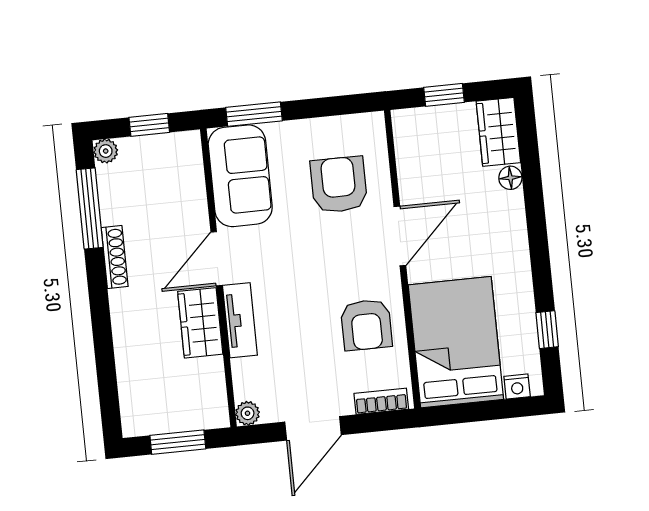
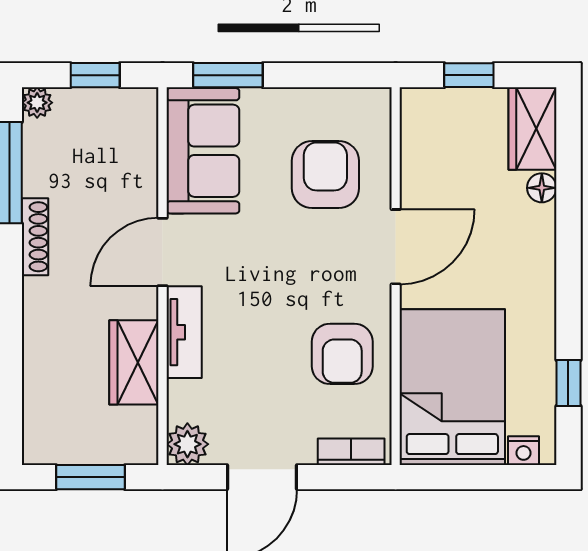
wardrobe: (200, 323) -> (134, 362), moved
plant: (248, 413) -> (187, 444), width x1.38, depth x1.38

